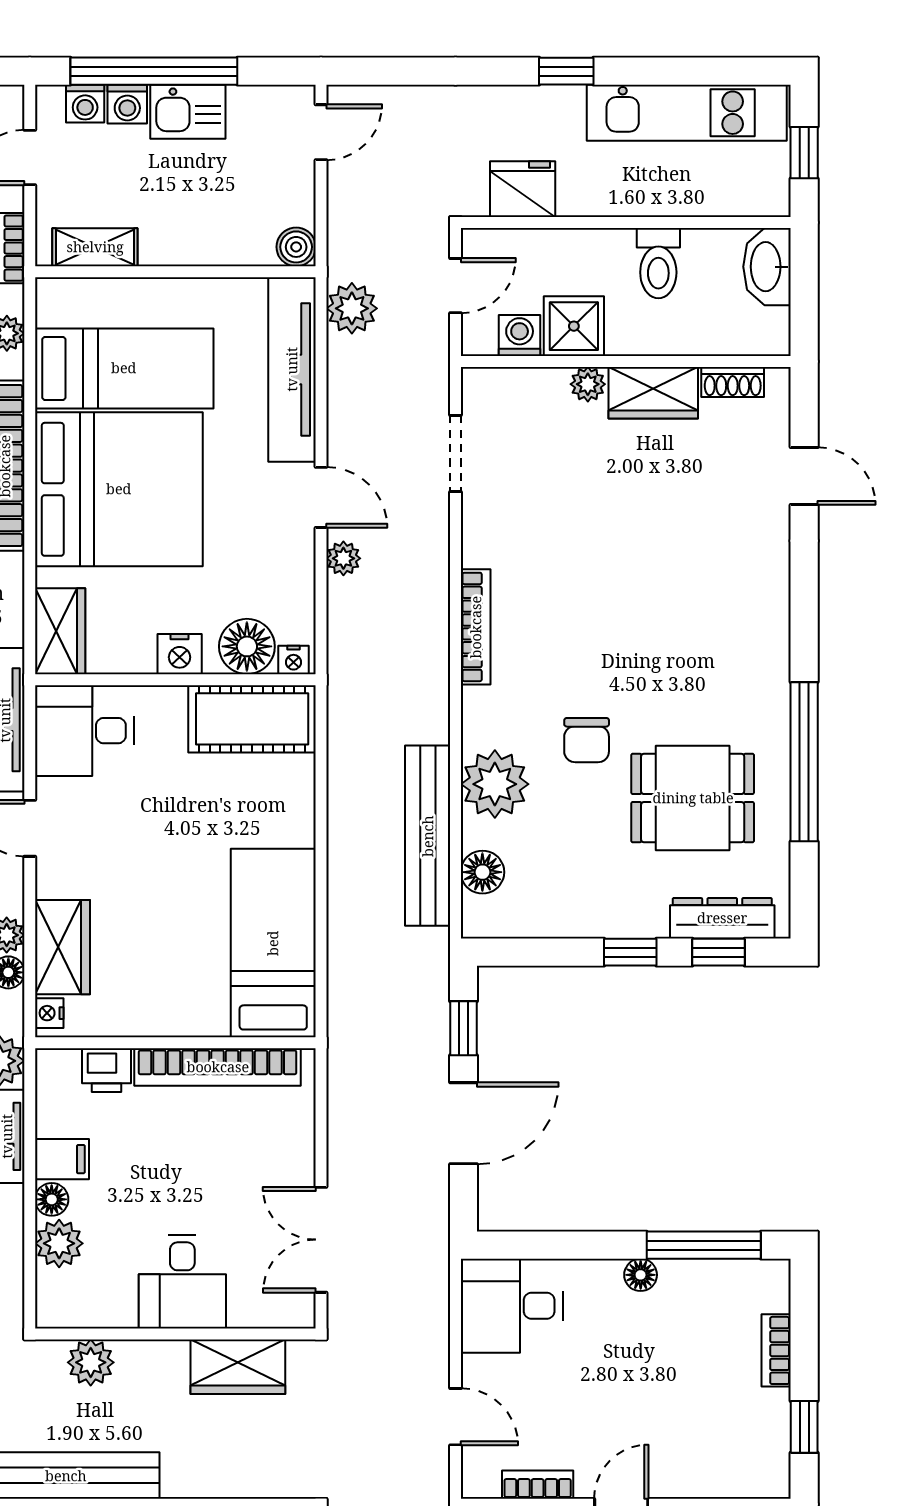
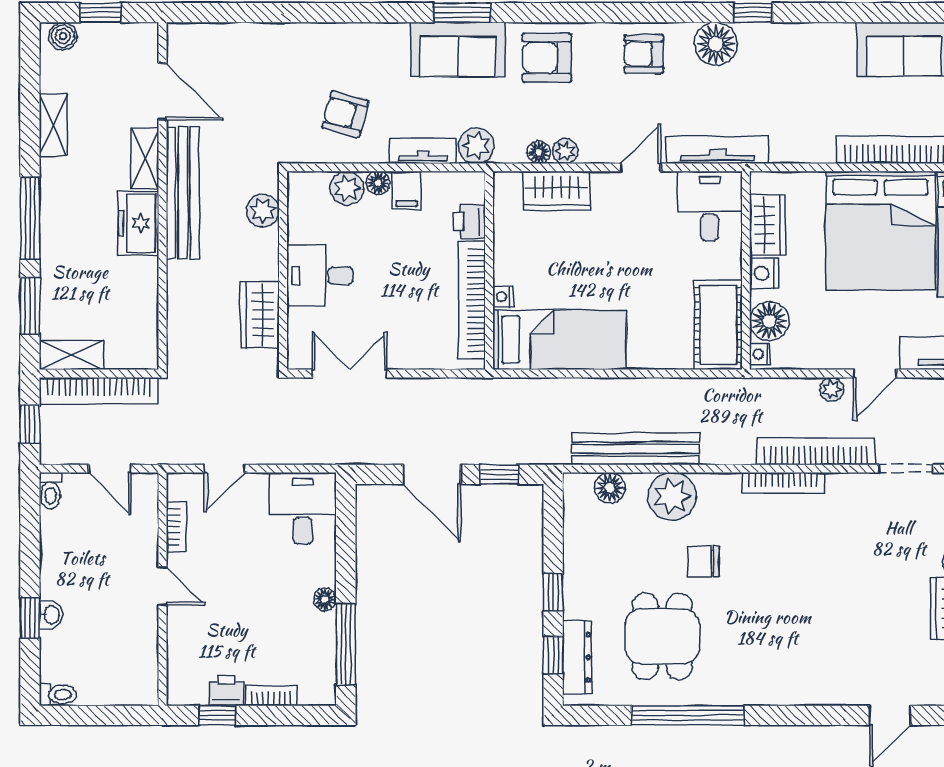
bookcase: (431, 581) -> (816, 451), added
wardrobe: (60, 631) -> (767, 225), moved, turned -90
nightstand: (49, 1013) -> (503, 297), moved, turned -90
printer: (769, 1414) -> (226, 691), added

